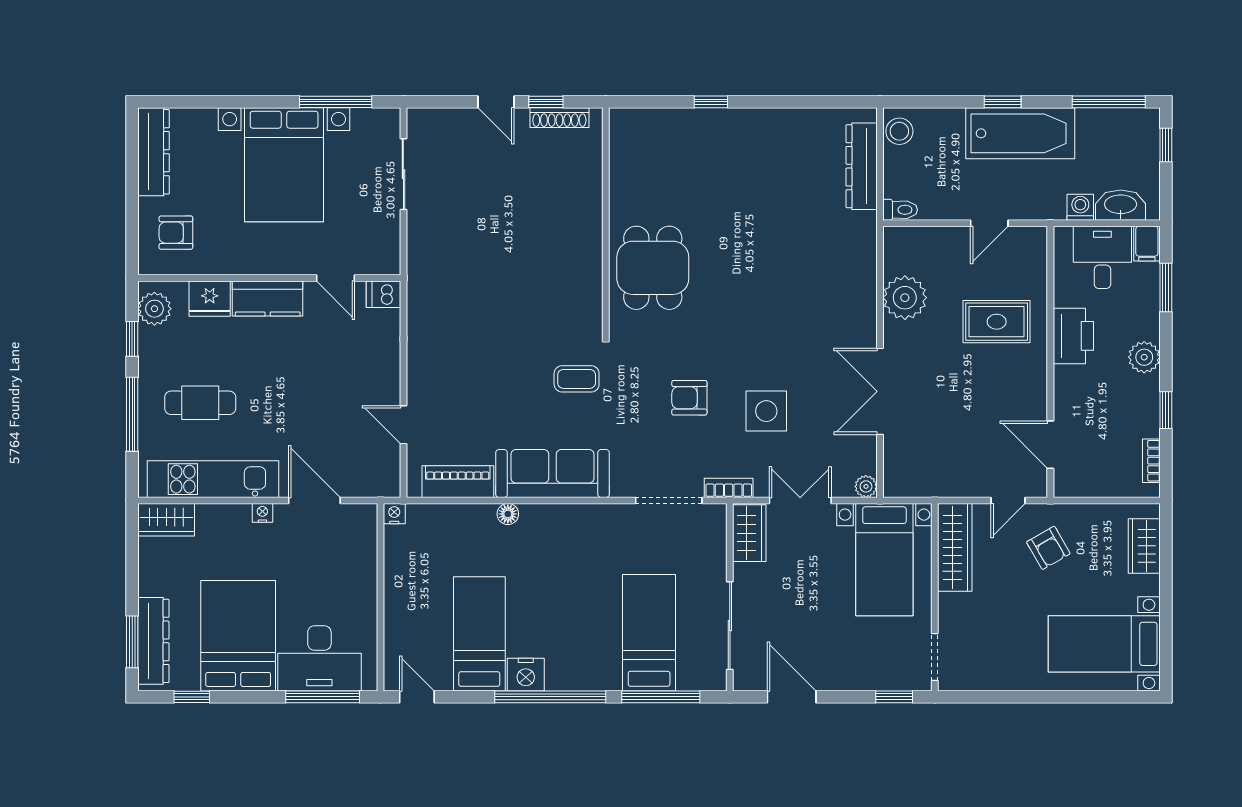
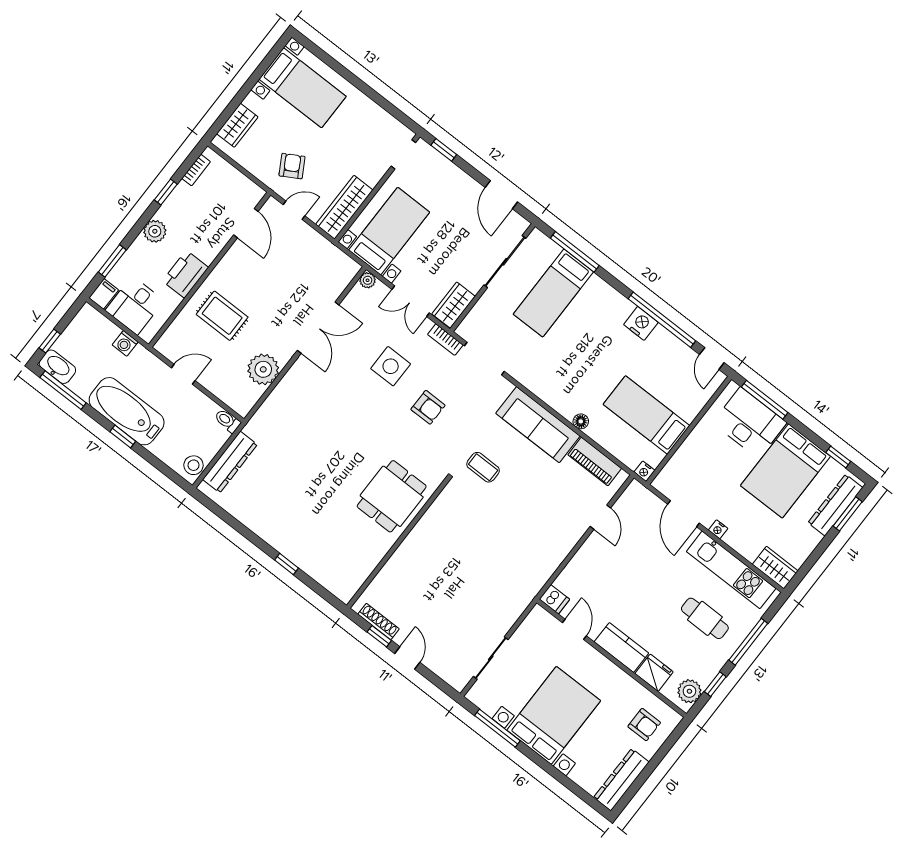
washbasin: (1121, 205) -> (57, 367), moved, turned 180
bed: (479, 634) -> (646, 415), moved, turned 90
window: (550, 697) -> (662, 320), moved

